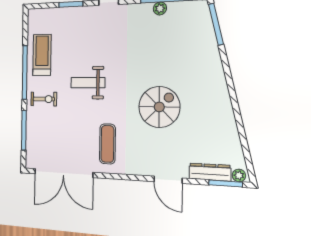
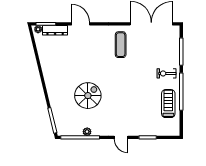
treadmill: (42, 55) -> (168, 104), turned 180
weight bench: (88, 83) -> (135, 85), removed
spiral stairs: (159, 107) -> (88, 96), moved, turned 180

